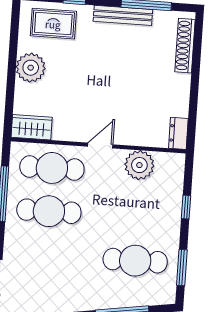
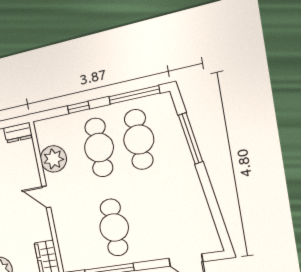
cafe table: (52, 168) -> (99, 148), moved
window: (182, 268) -> (134, 95), width x1.44

